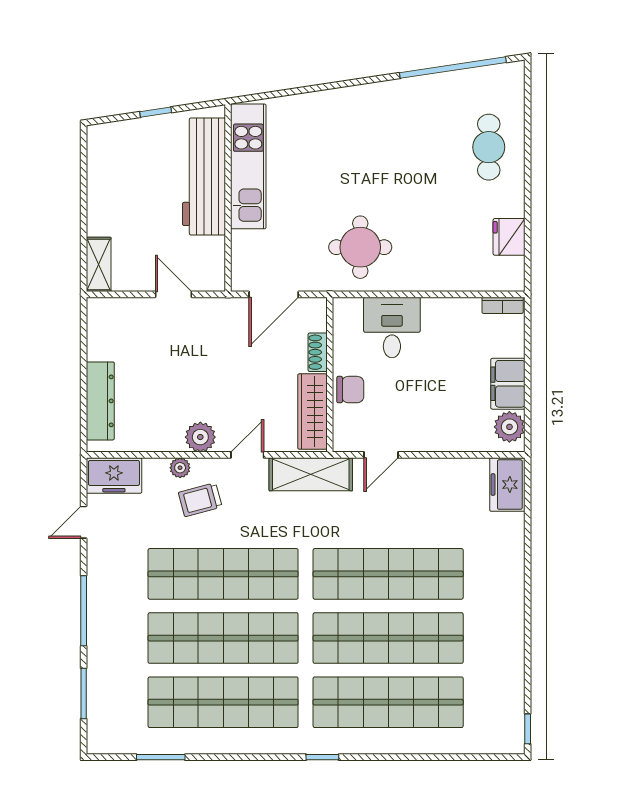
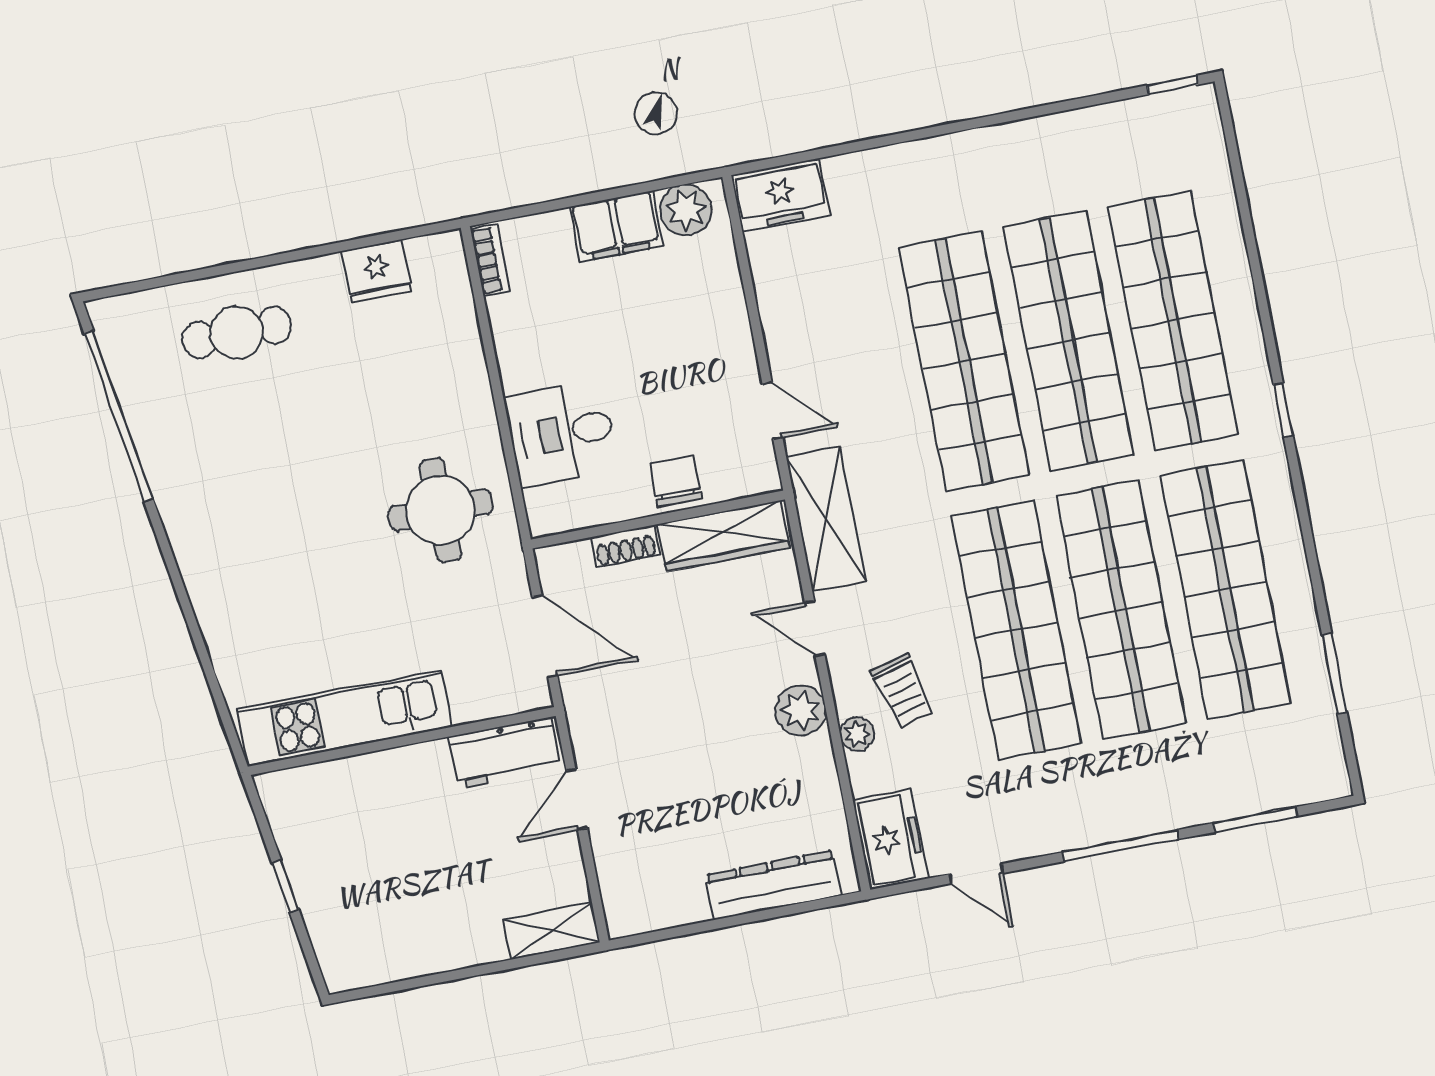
workbench: (204, 176) -> (505, 753), moved, width x0.53, depth x0.76

